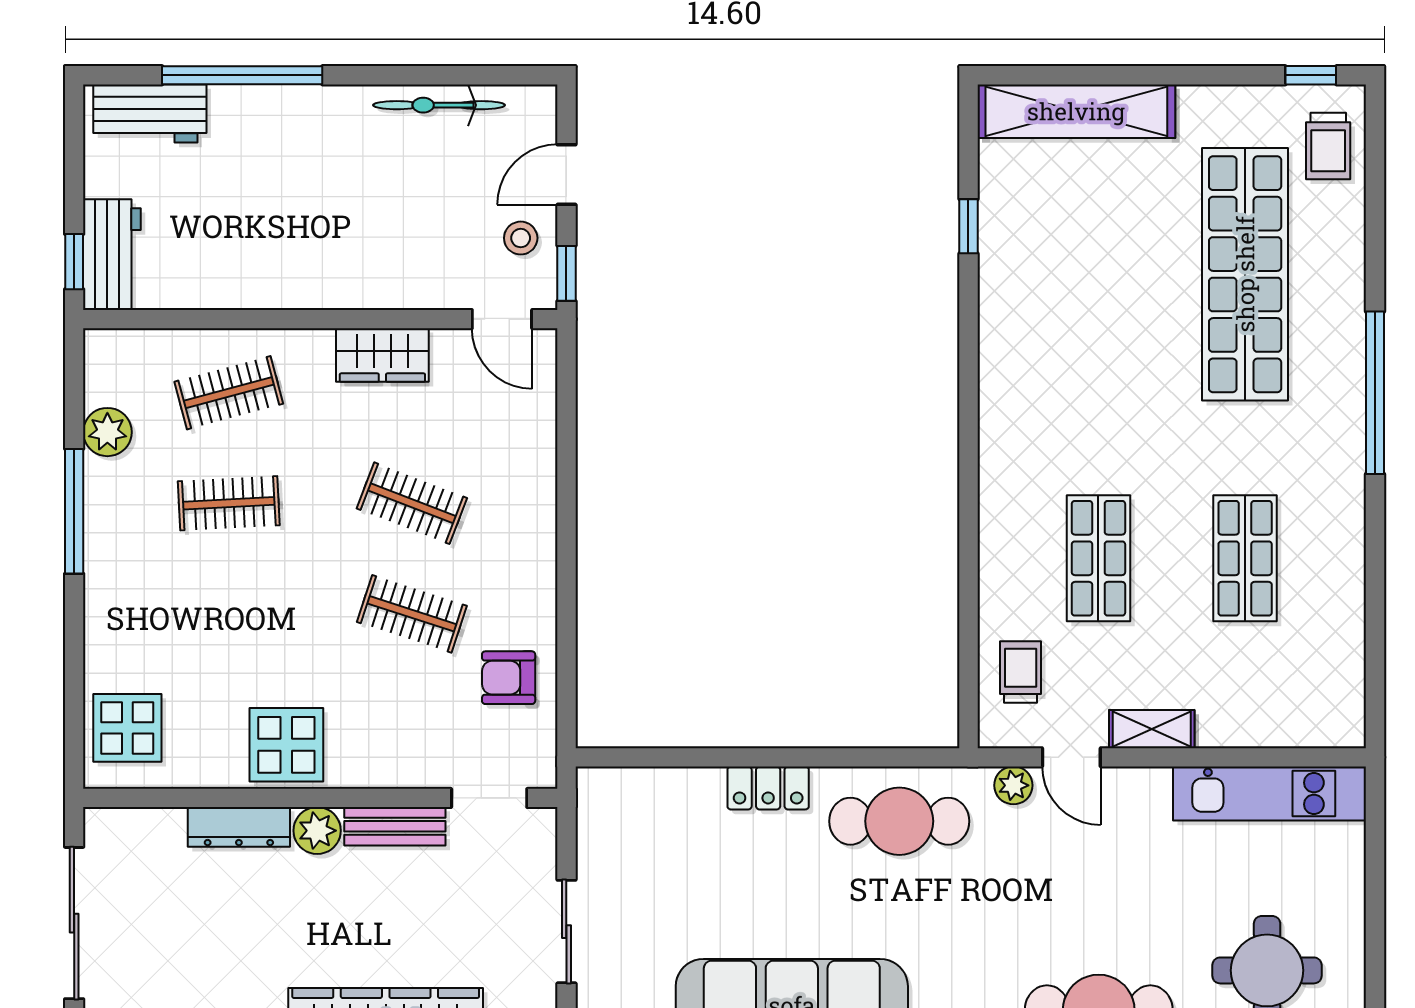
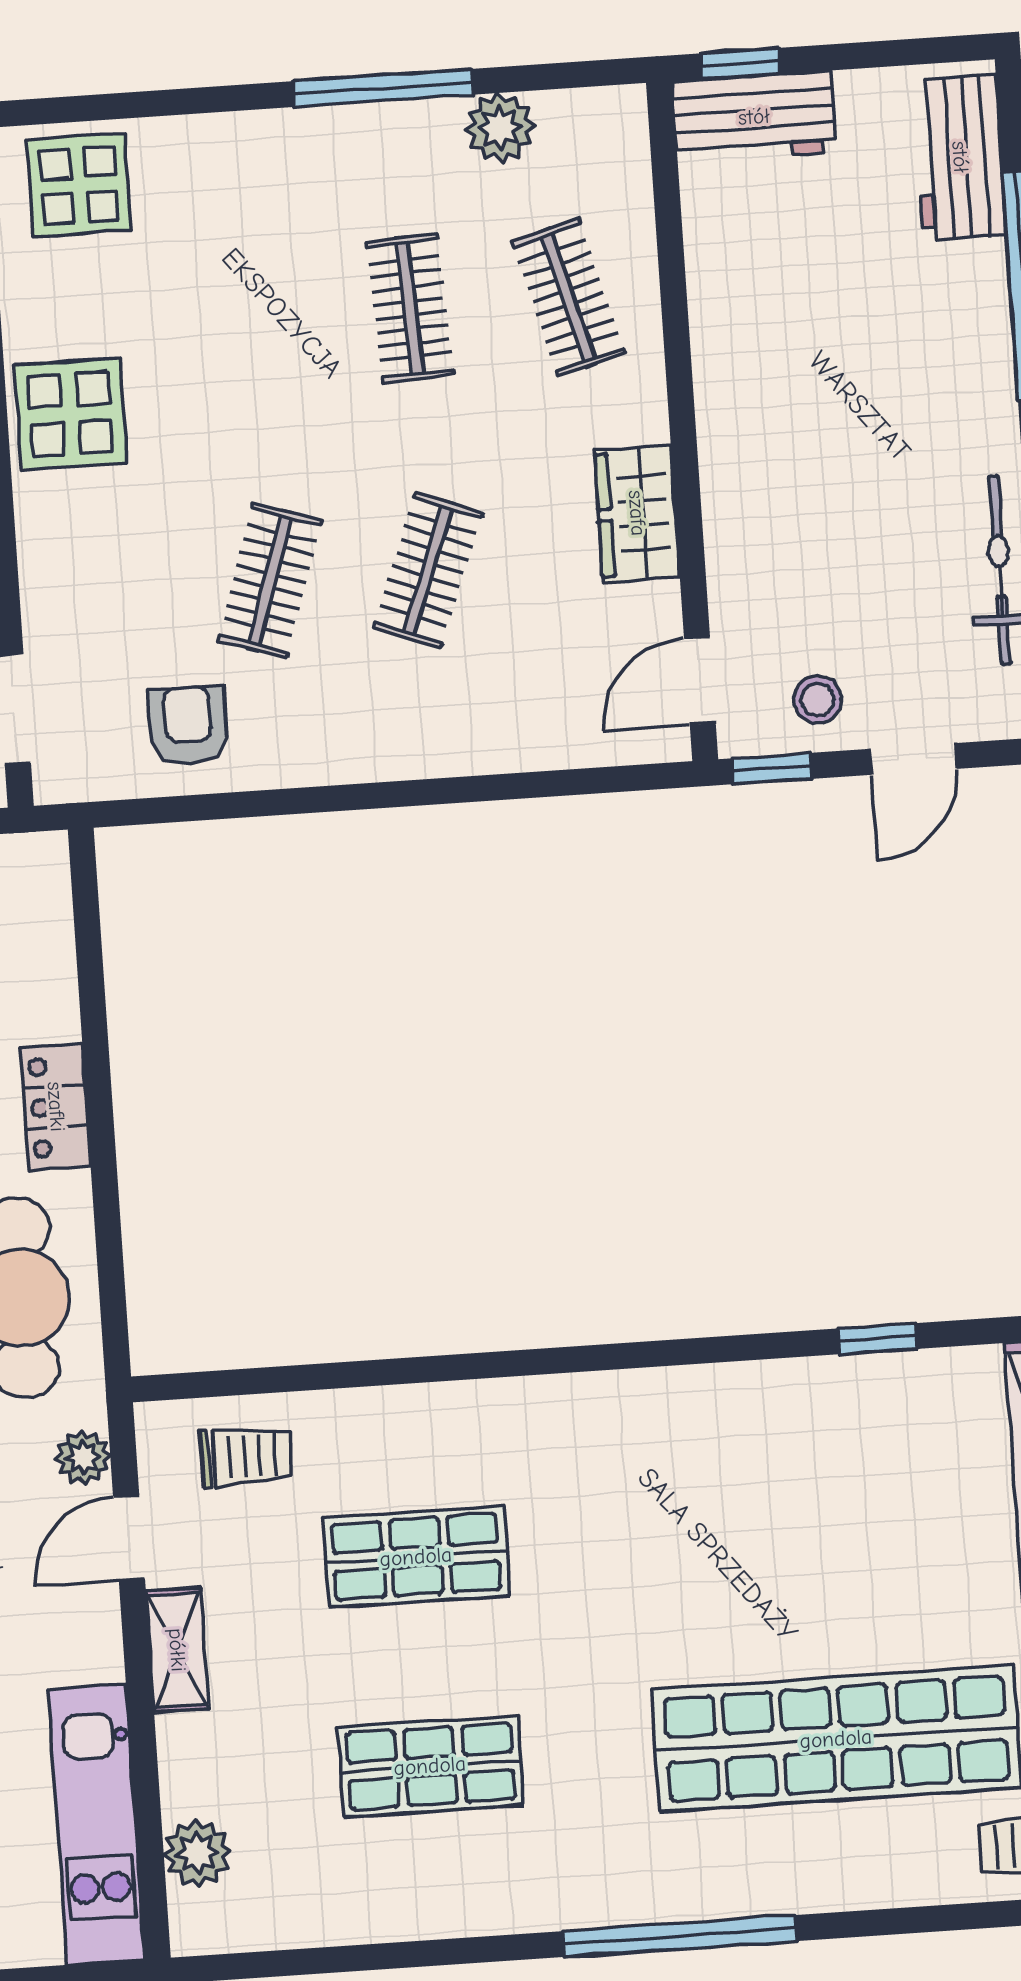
door: (566, 175) -> (913, 759), swing flipped
plant: (1294, 725) -> (197, 1853), added

